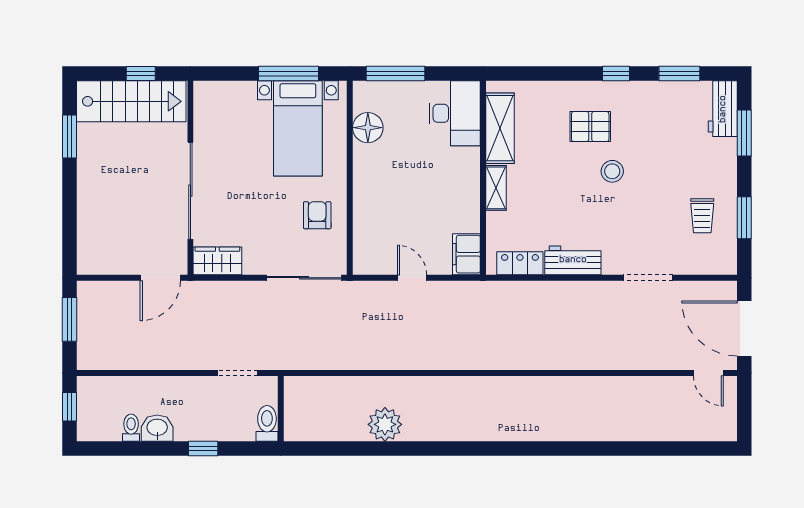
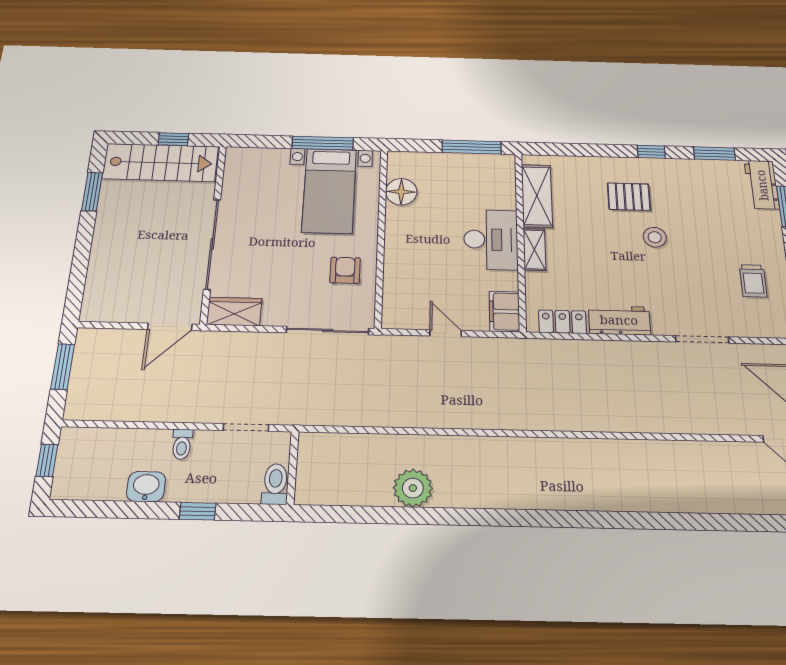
window: (396, 74) -> (472, 147), moved
desk: (455, 113) -> (491, 239), moved
toilet: (131, 428) -> (182, 444), moved, turned 180

